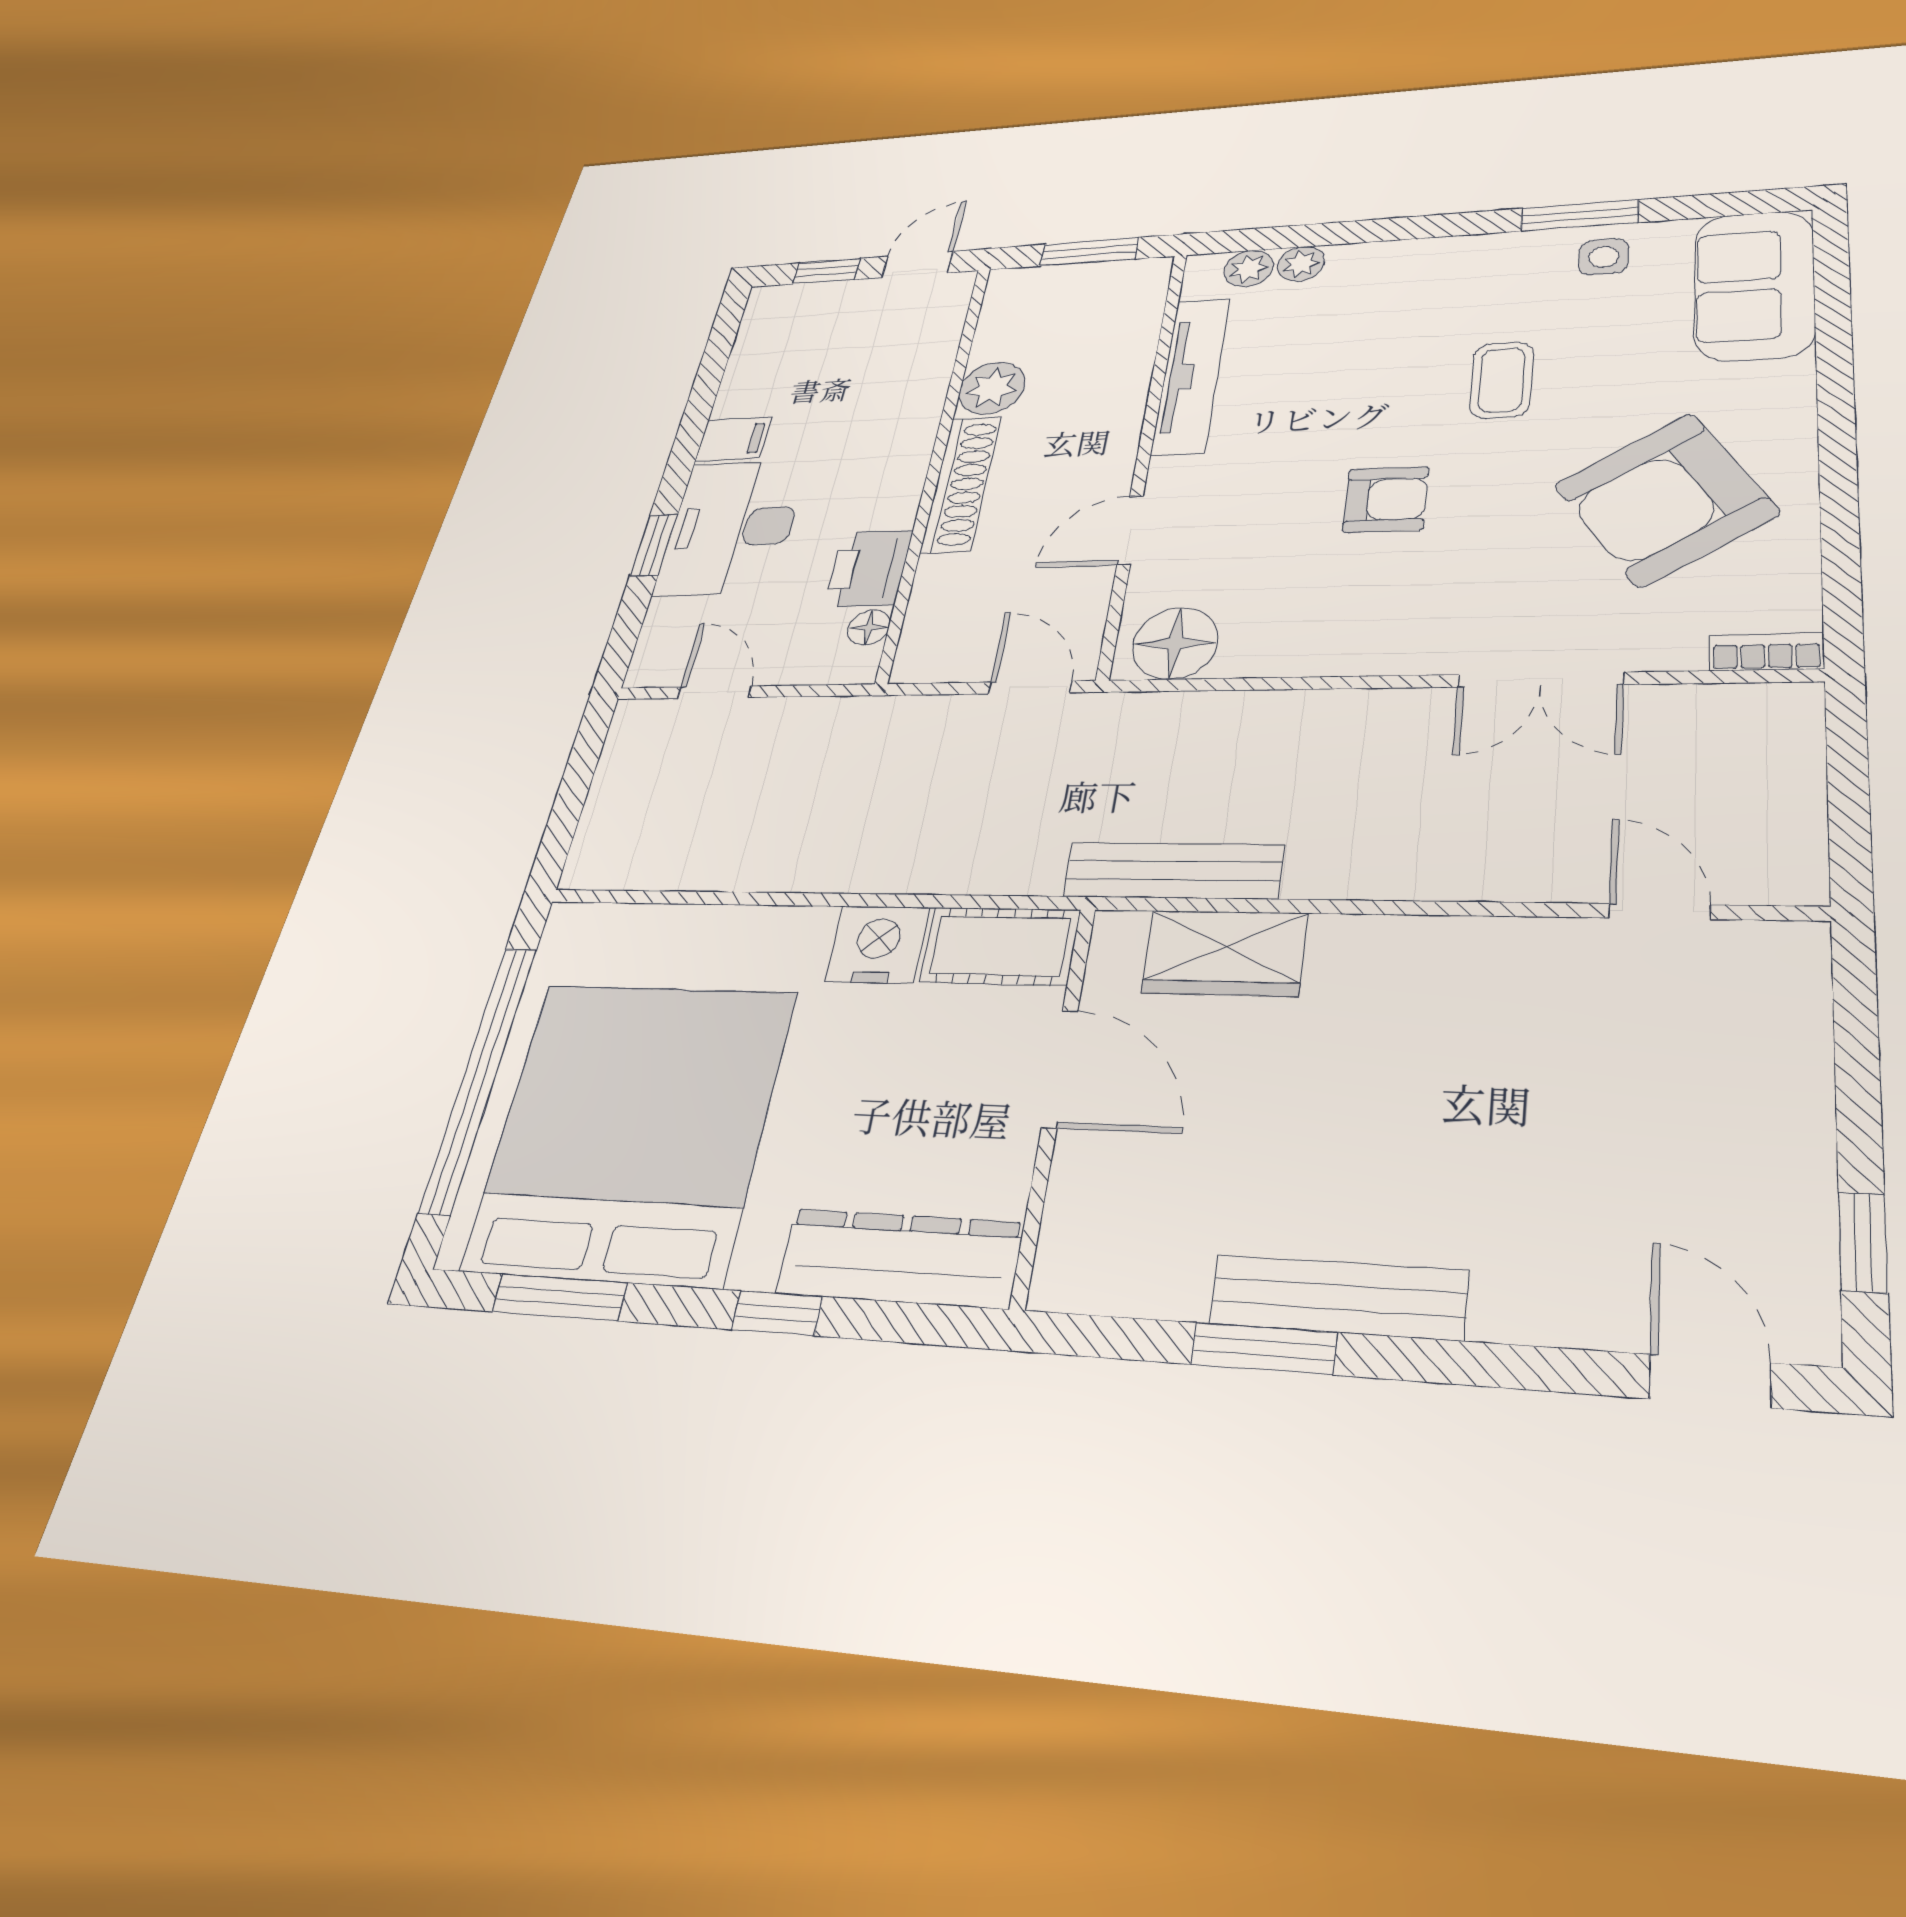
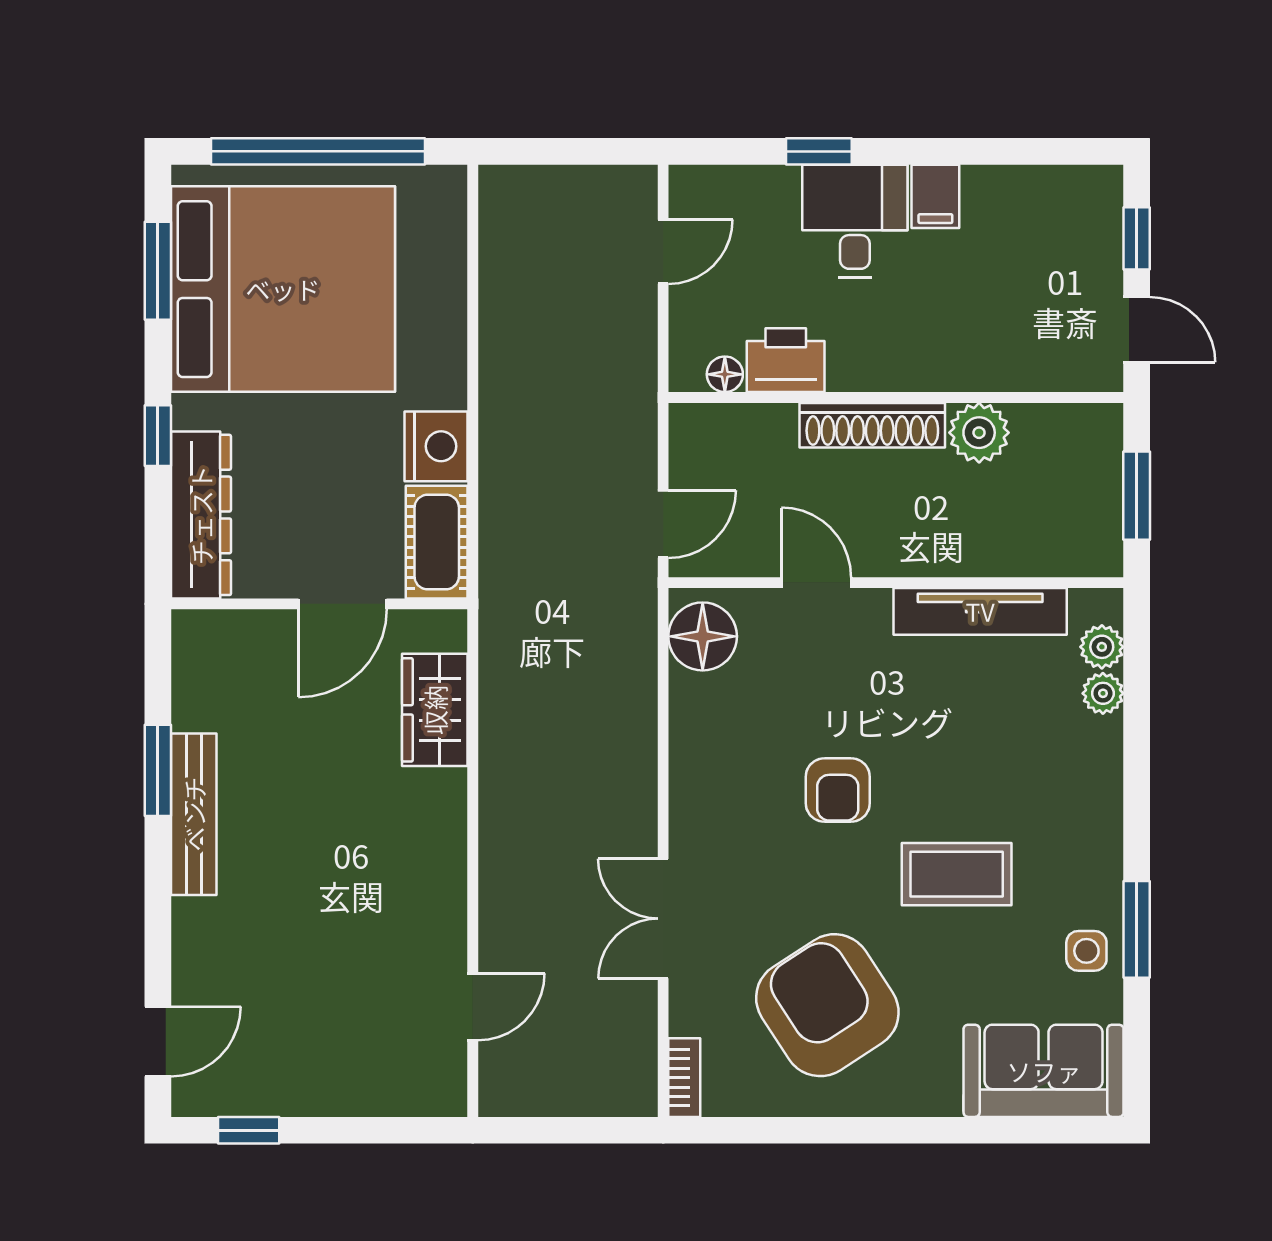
coffee table: (1502, 380) -> (957, 874), width x1.36, depth x1.30
desk: (732, 527) -> (855, 221), width x0.73
bench: (1173, 871) -> (500, 663), removed

